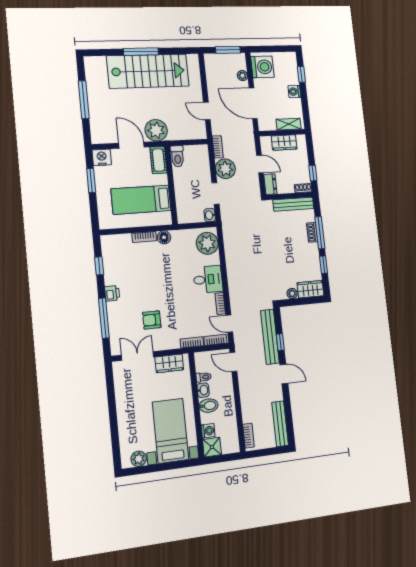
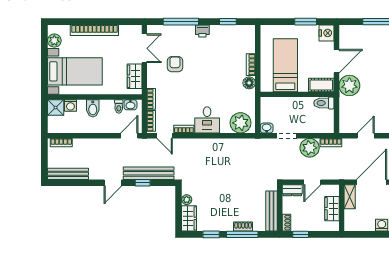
shelving: (289, 124) -> (350, 197), moved
door: (229, 324) -> (165, 136), swing flipped
washbasin: (203, 390) -> (130, 105), moved
bookcase: (123, 415) -> (94, 30), added

